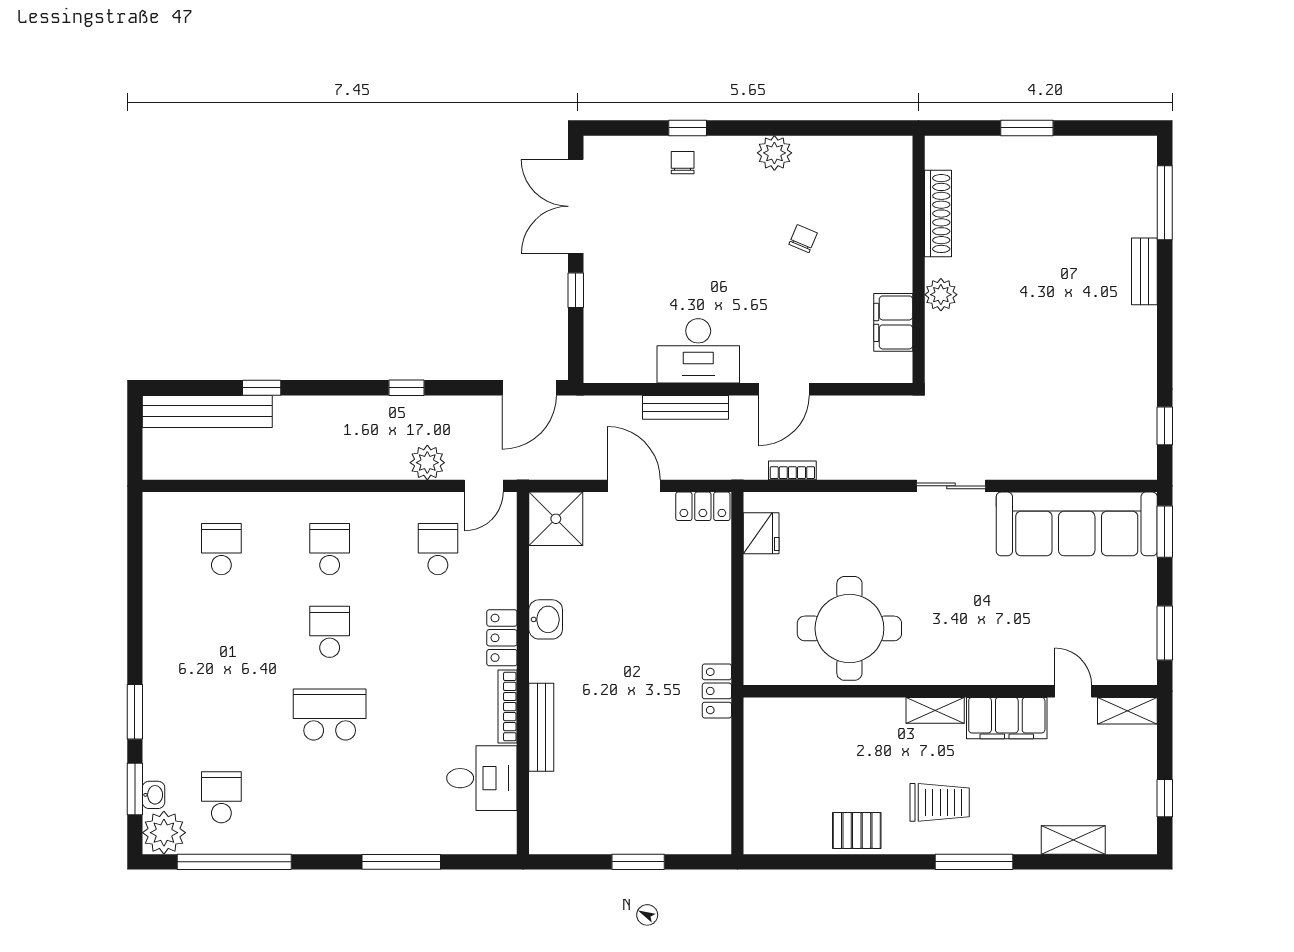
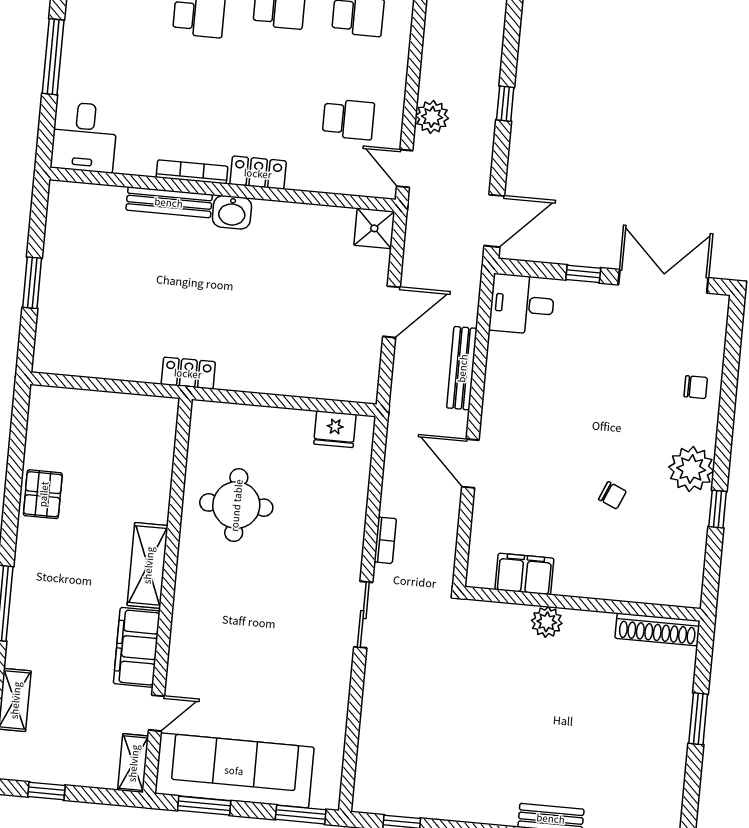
window: (688, 128) -> (718, 509), moved
plant: (774, 153) -> (691, 469), width x1.36, depth x1.36
shoe rack: (938, 214) -> (657, 629), moved
desk: (698, 351) -> (522, 304), moved, width x0.73
door: (529, 388) -> (494, 221), swing flipped
bookcase: (792, 470) -> (385, 540), moved
locker: (703, 506) -> (366, 376), removed
shower: (556, 519) -> (374, 228), width x0.73, depth x0.73
sofa: (1077, 524) -> (234, 770), moved, turned 90
washbasin: (546, 619) -> (232, 212), moved
round table: (849, 628) -> (236, 505), width x0.73, depth x0.73
shelving: (935, 710) -> (148, 565), width x1.50, depth x1.33
desk: (482, 778) -> (84, 137), moved
trolley: (940, 802) -> (62, 576), removed

